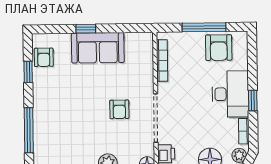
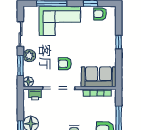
sofa: (98, 48) -> (99, 77), moved, turned 90
corner sofa: (55, 118) -> (60, 21), added

